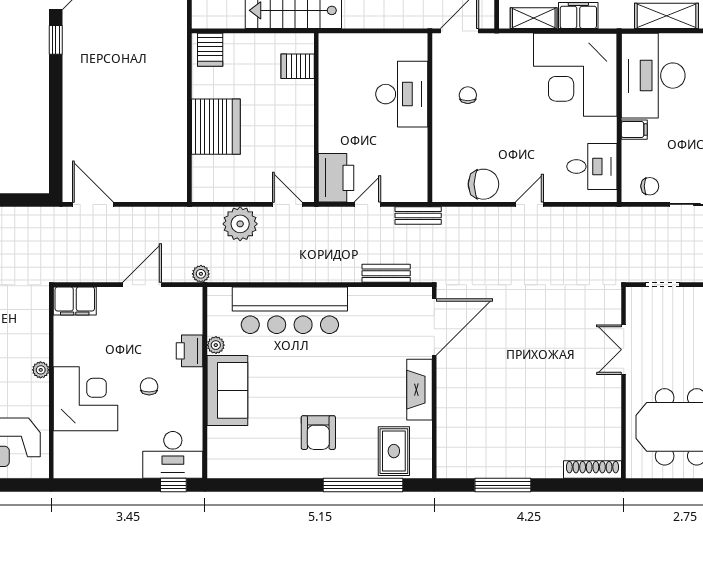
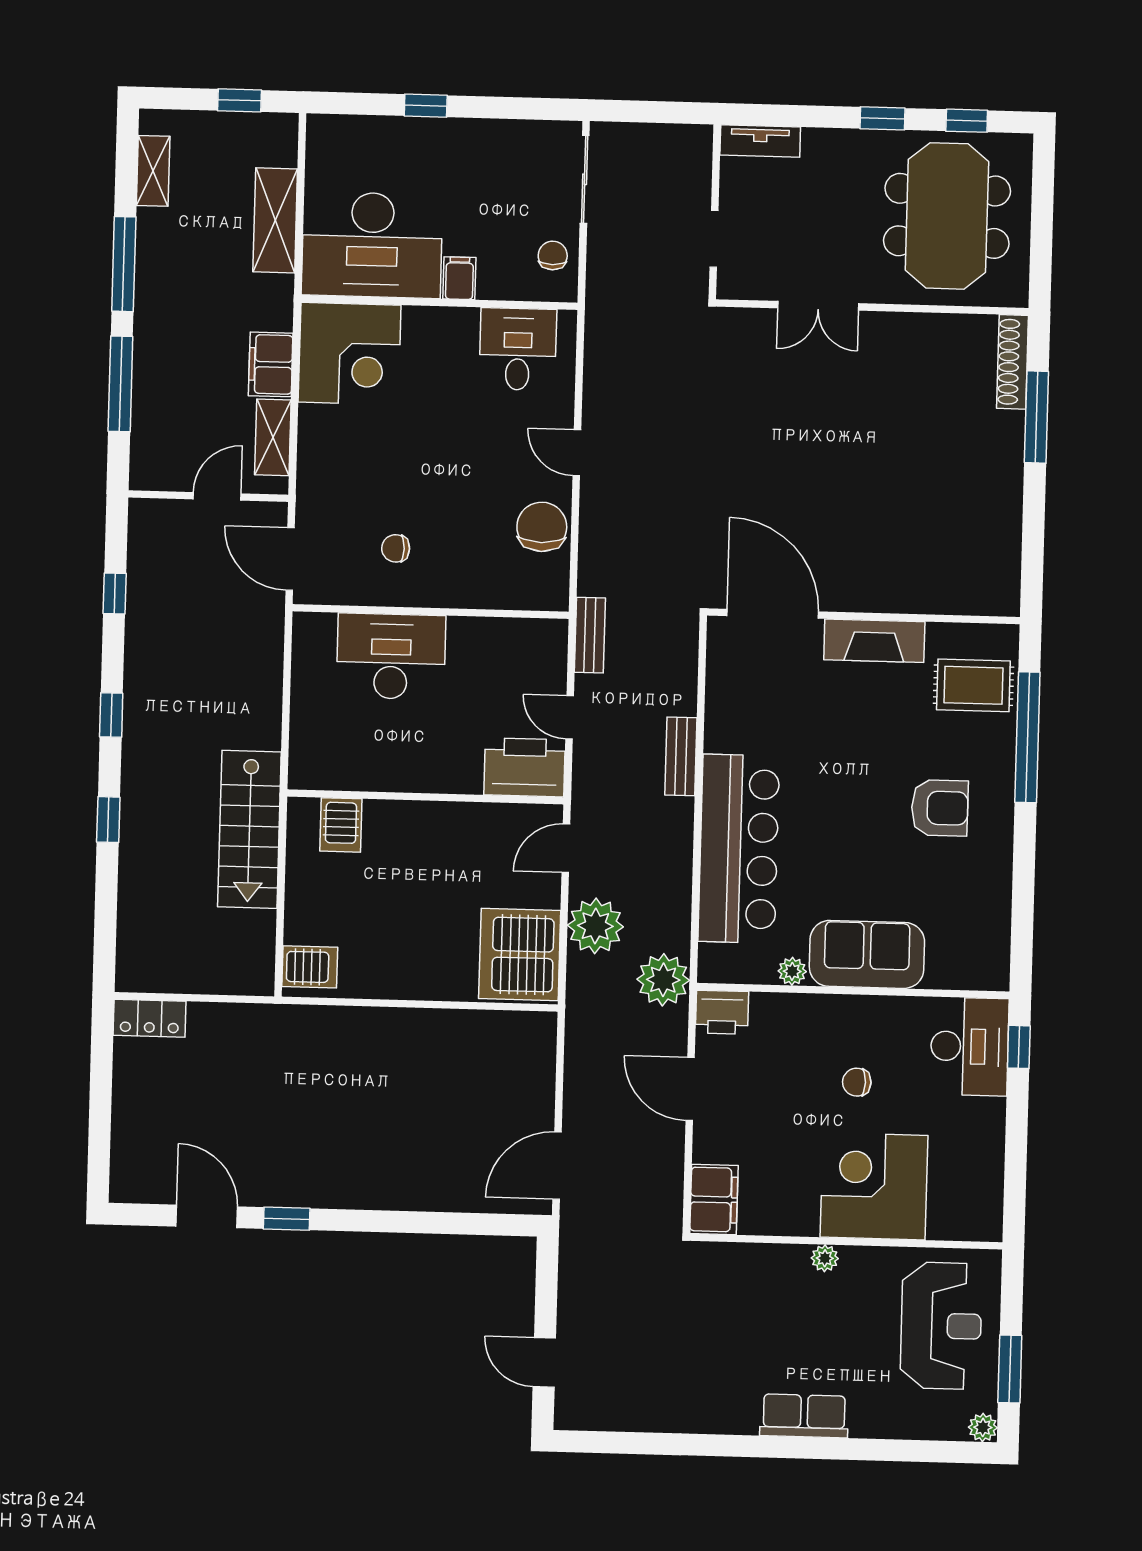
corner desk: (575, 75) -> (350, 354), width x0.74, depth x0.74
server rack: (216, 127) -> (520, 954), moved, turned -90
bench: (386, 273) -> (681, 756), moved
plant: (201, 274) -> (663, 980), width x1.88, depth x1.88
printer: (190, 351) -> (722, 1012), moved
window: (503, 485) -> (1036, 417), moved

